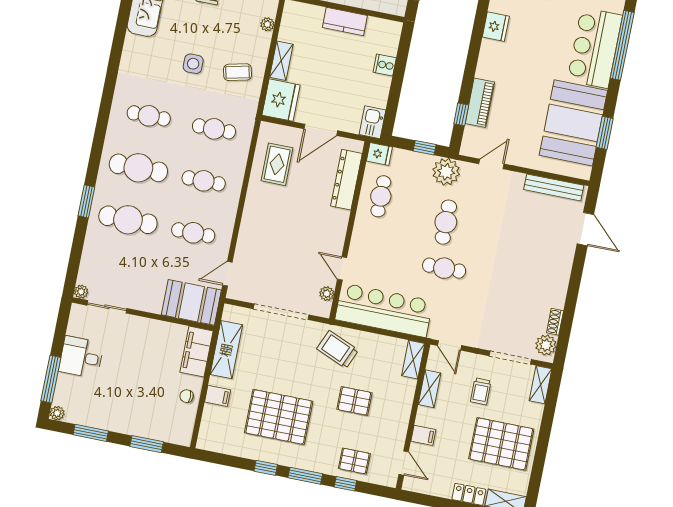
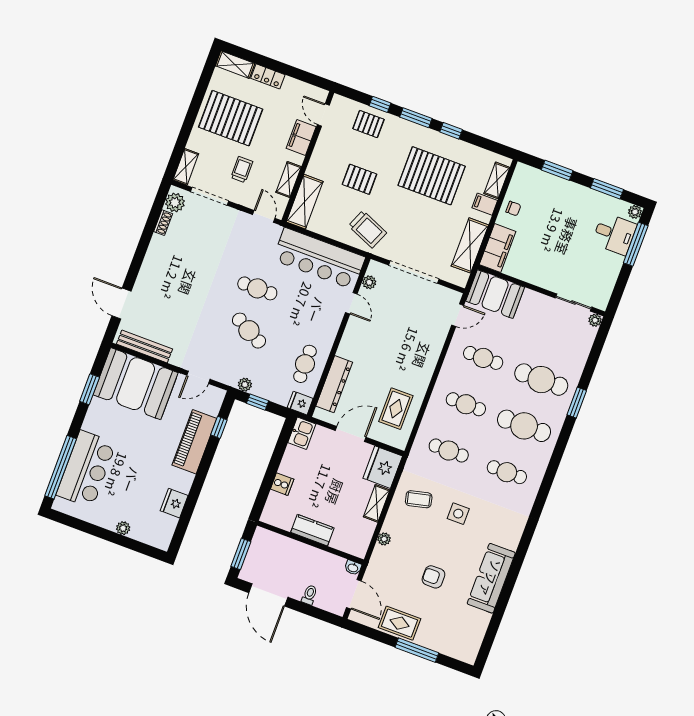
piano: (480, 103) -> (194, 442), width x1.37, depth x1.33
booth: (573, 123) -> (136, 384), moved, turned 90
plant: (446, 172) -> (245, 385), width x0.53, depth x0.53
cafe table: (446, 222) -> (249, 331), turned -62
desk: (81, 357) -> (614, 234), moved
shelving: (413, 360) -> (305, 202), width x1.50, depth x1.33
shelving: (209, 423) -> (497, 180), added
filing cabinet: (423, 435) -> (301, 137), width x2.00

